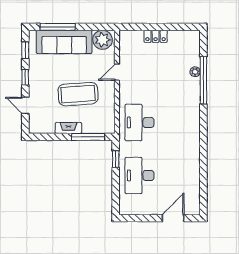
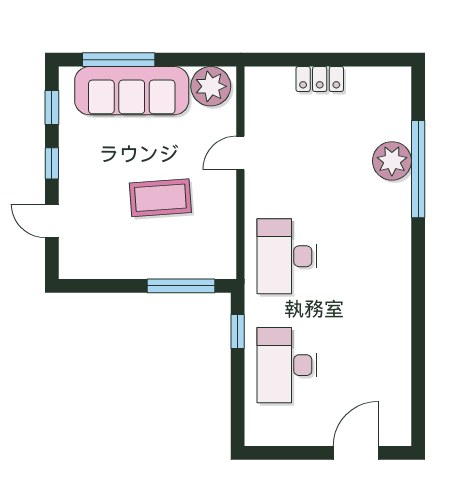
plant: (195, 72) -> (392, 161), width x1.88, depth x1.88
coffee table: (78, 94) -> (160, 198), width x0.73, depth x0.76
fireplace: (68, 128) -> (141, 268), removed

